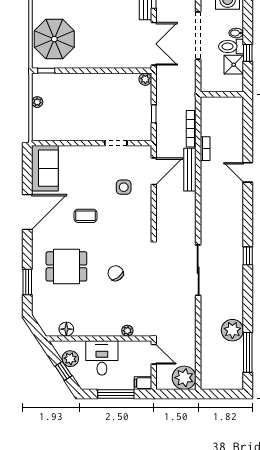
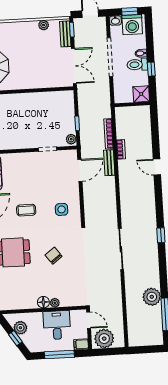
shower: (234, 65) -> (141, 94), moved
plant: (145, 79) -> (71, 139), moved
bench: (190, 170) -> (109, 163), width x0.73
side table: (124, 187) -> (62, 209), moved
floor lamp: (66, 329) -> (43, 302), moved
plant: (127, 331) -> (55, 303), moved
desk: (102, 358) -> (57, 325), moved
plant: (184, 378) -> (104, 339), moved

